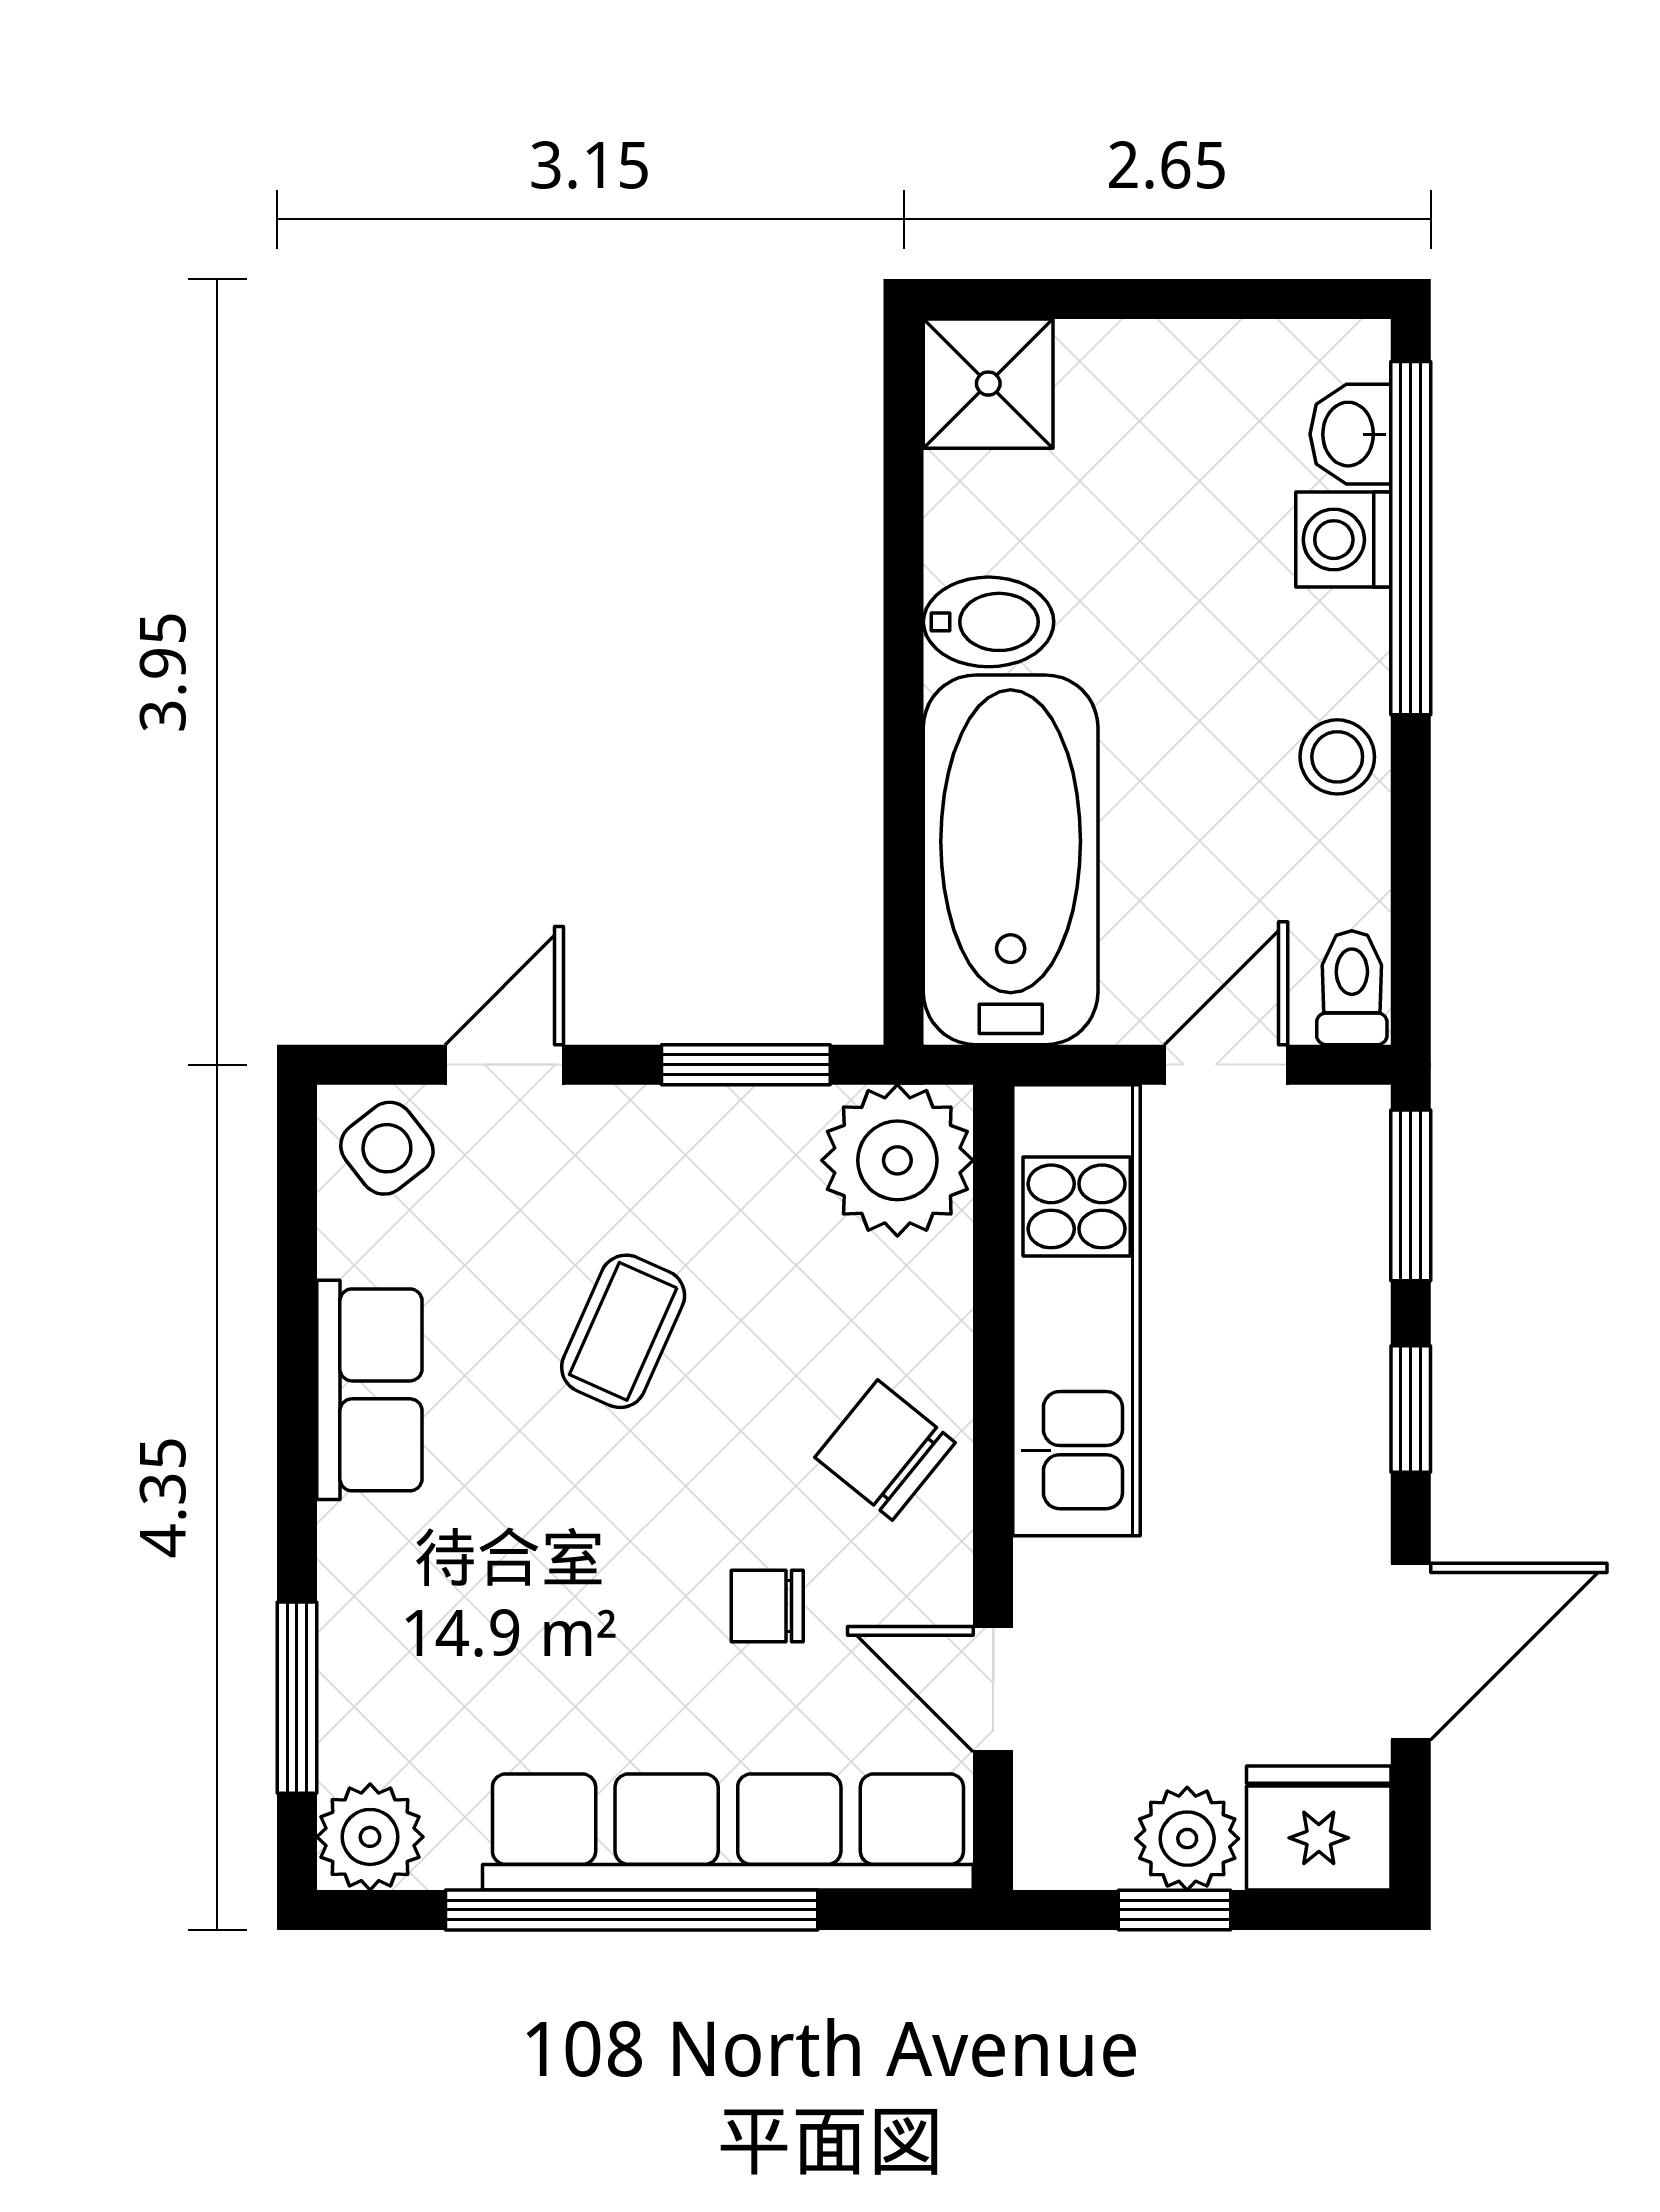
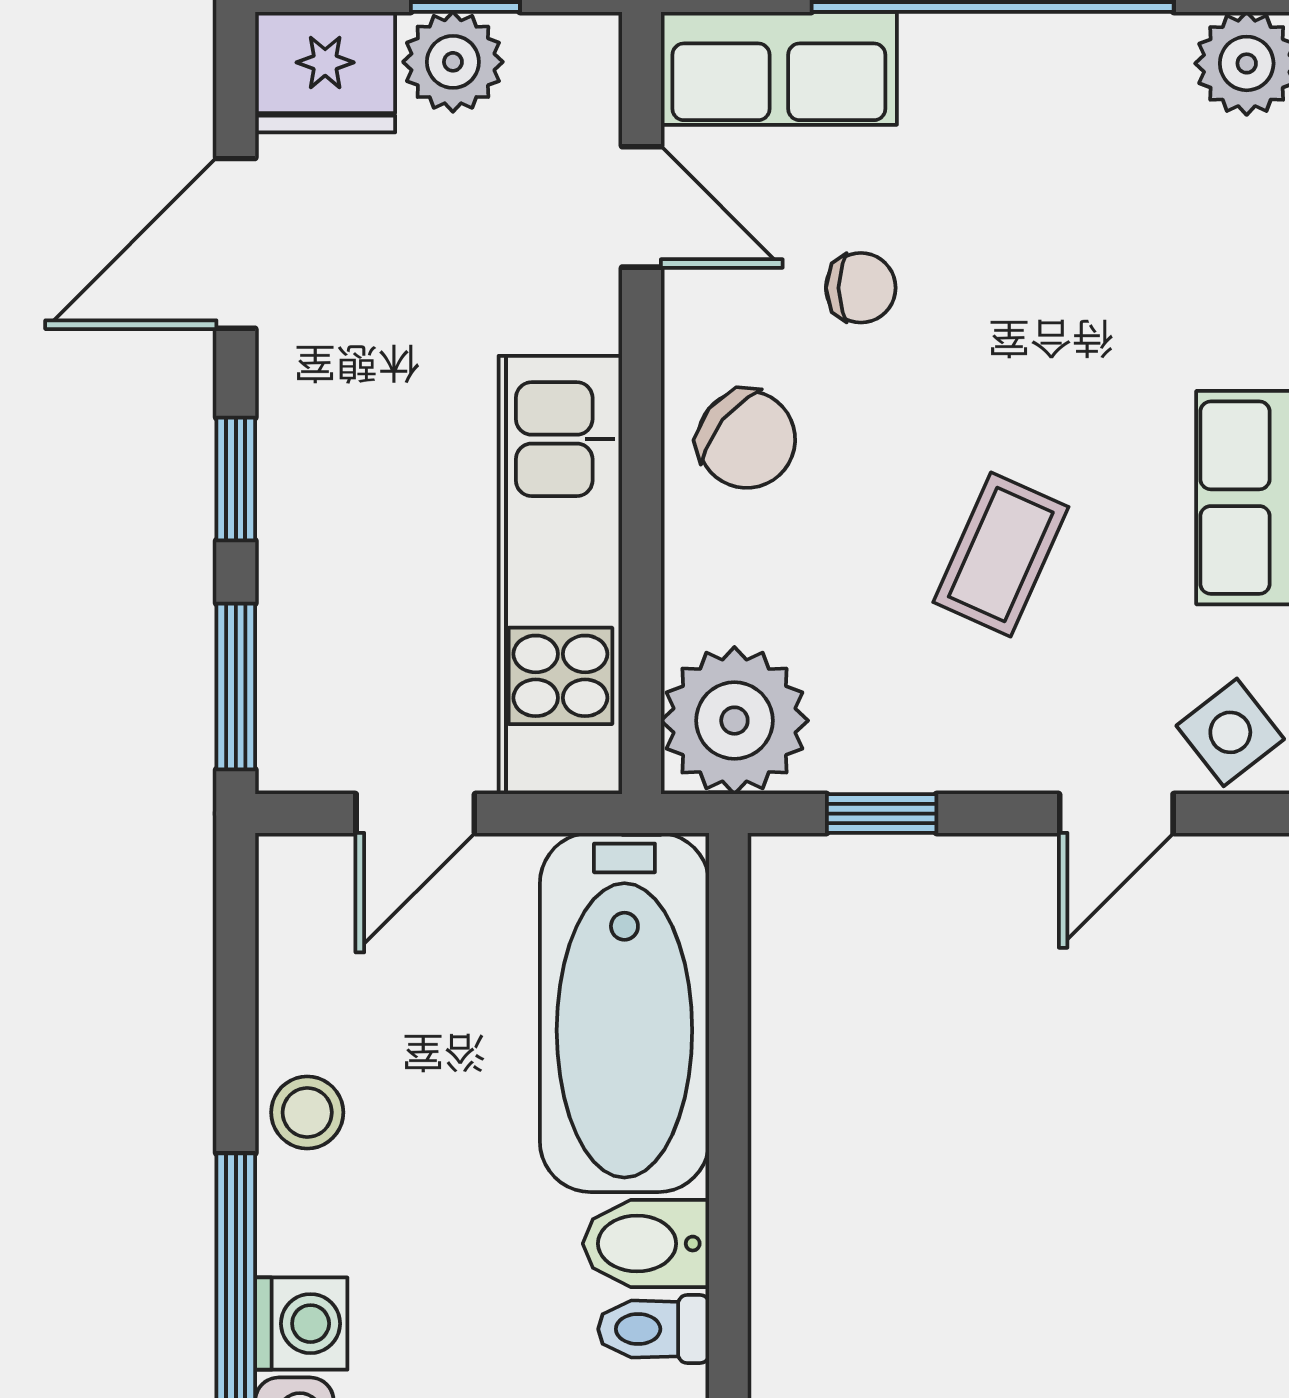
toilet: (1352, 988) -> (654, 1329), moved, turned 90
window: (746, 1065) -> (882, 814), width x0.67
row of seats: (728, 1832) -> (779, 68), width x0.50

